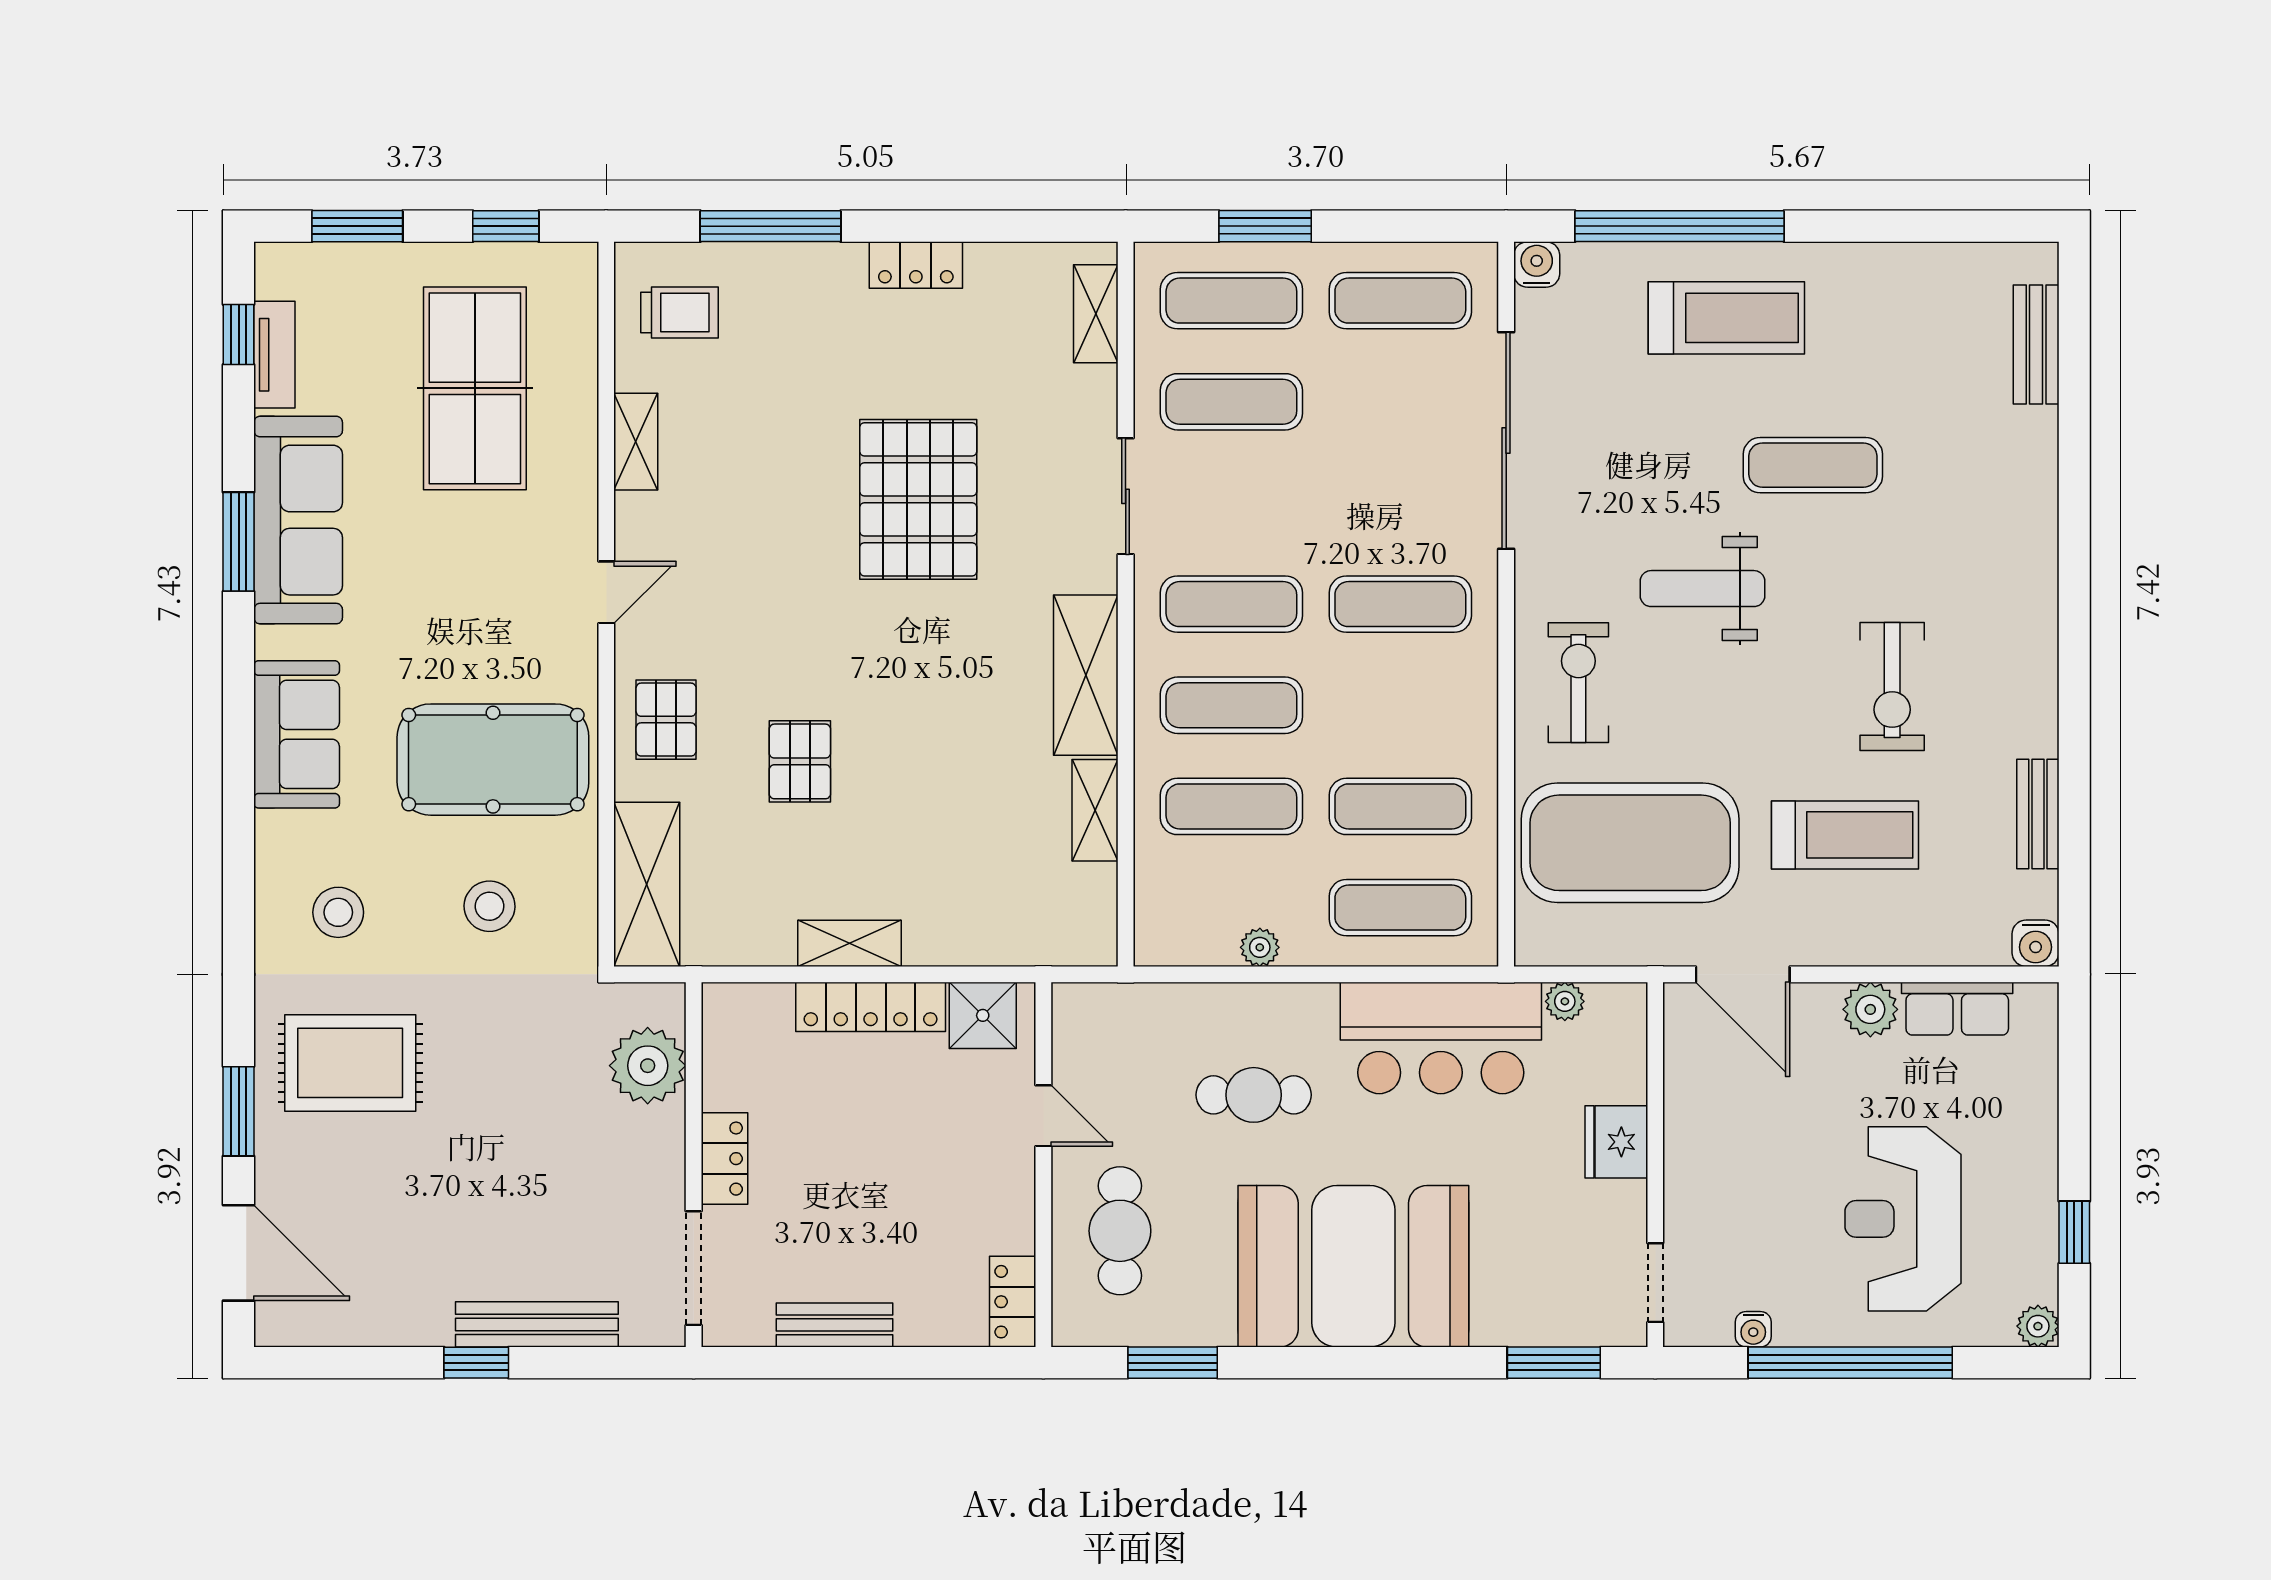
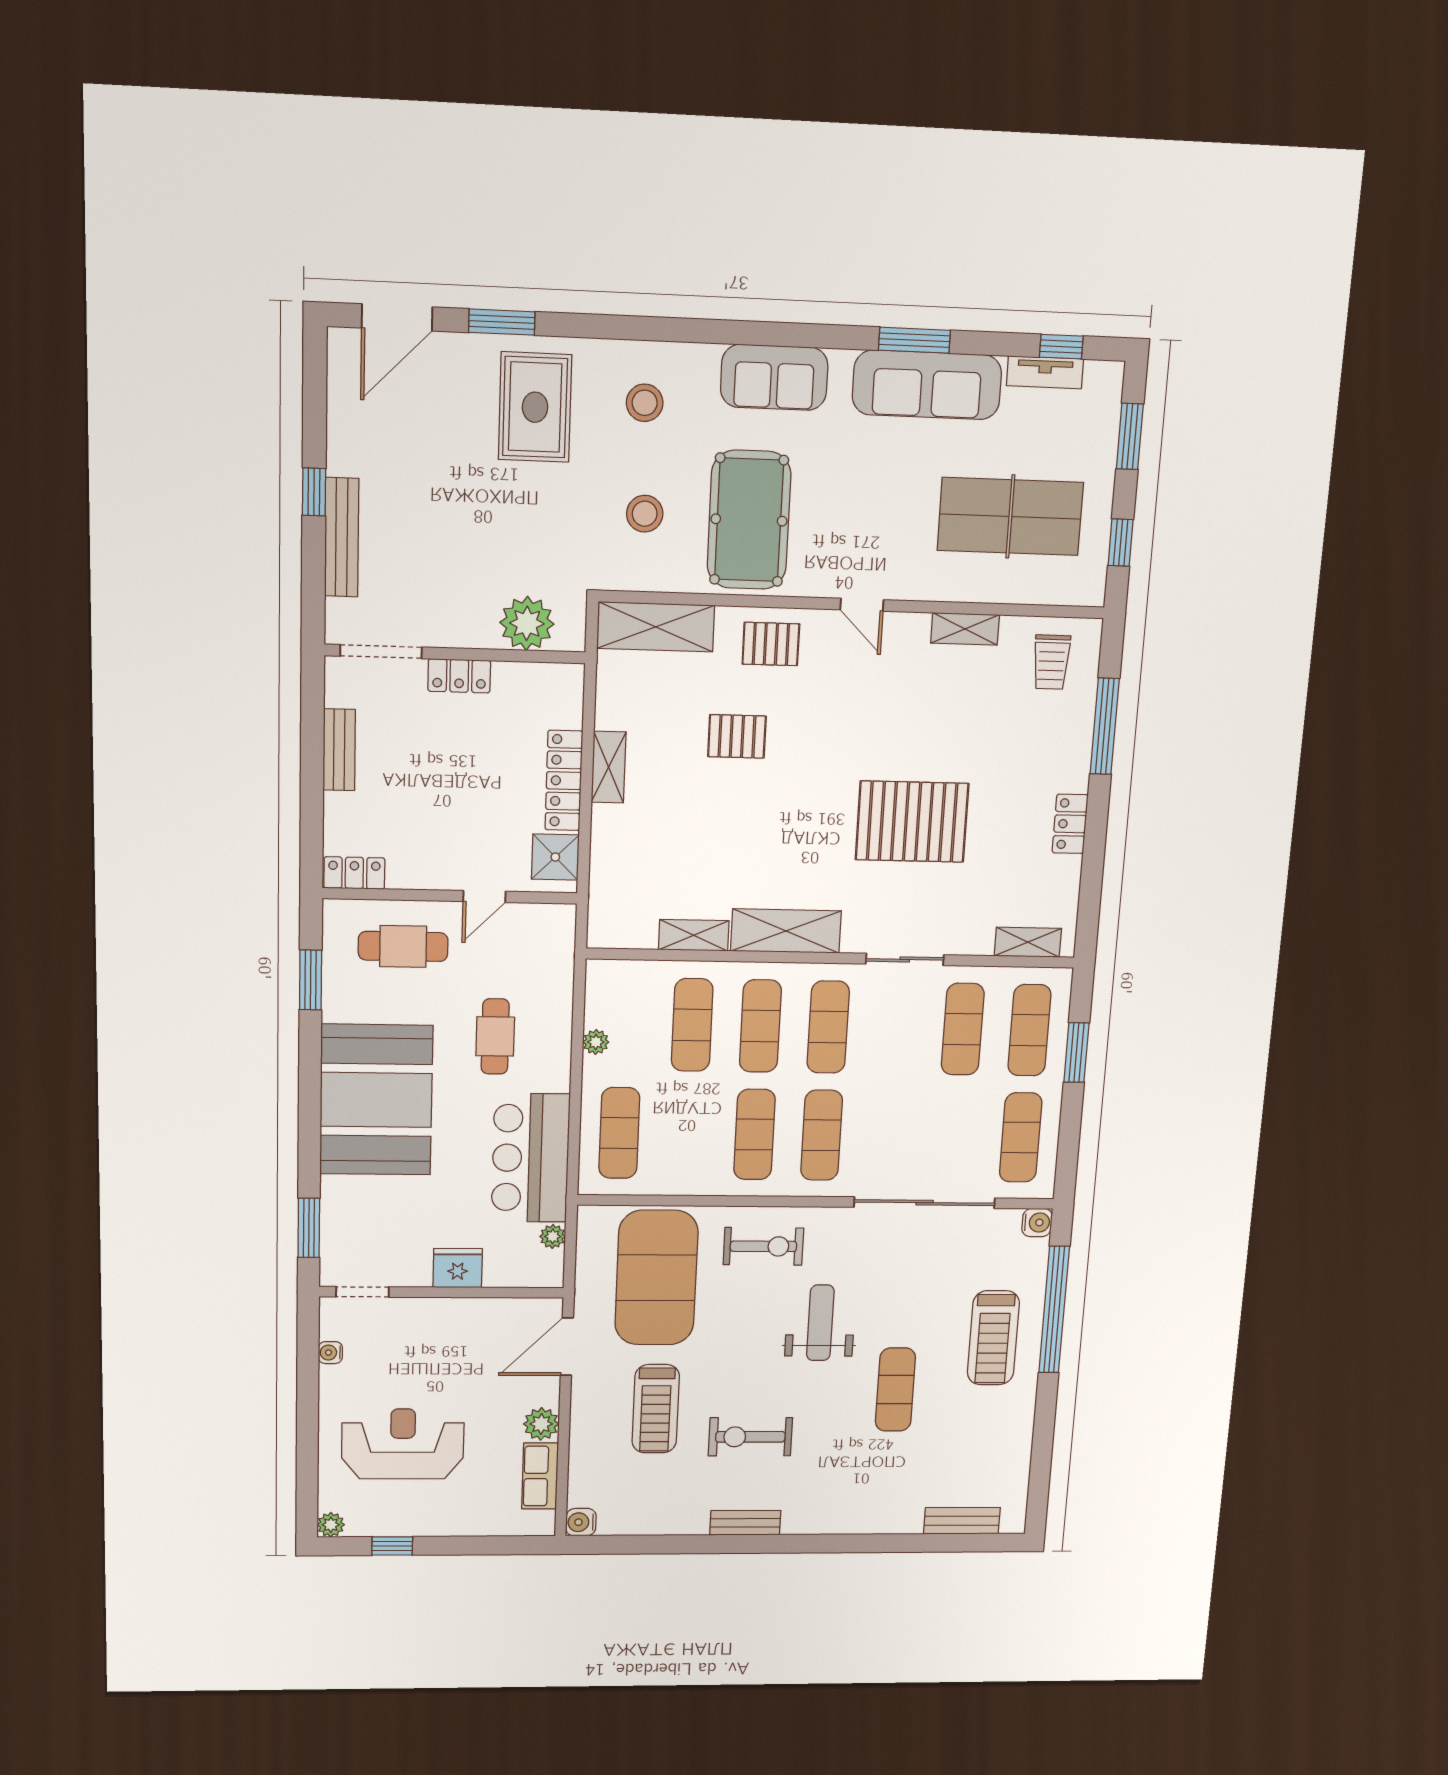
exercise mat: (1400, 806) -> (755, 1134), moved
bench: (2038, 814) -> (745, 1523), moved
window: (1850, 1363) -> (308, 1412), removed

